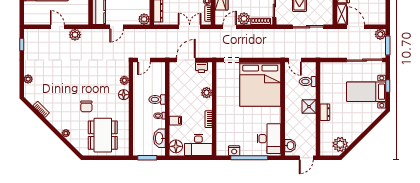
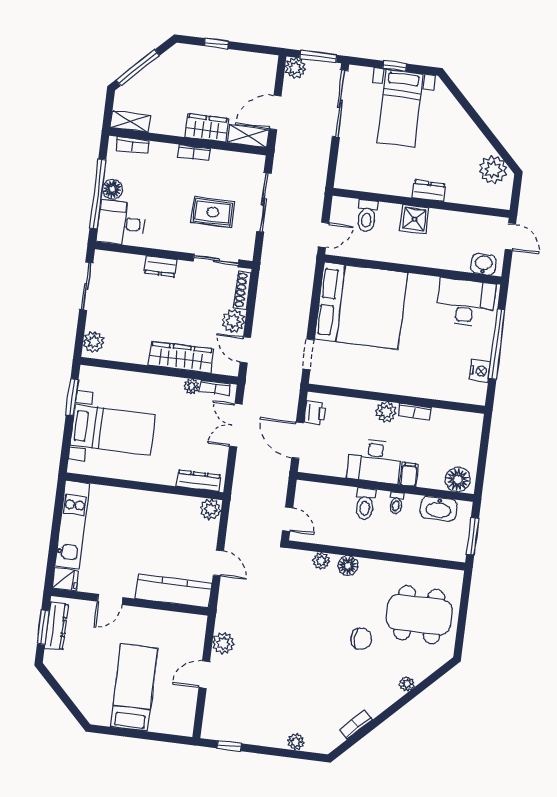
plant: (207, 93) -> (386, 412), moved
desk: (198, 145) -> (374, 461), moved, turned 90

